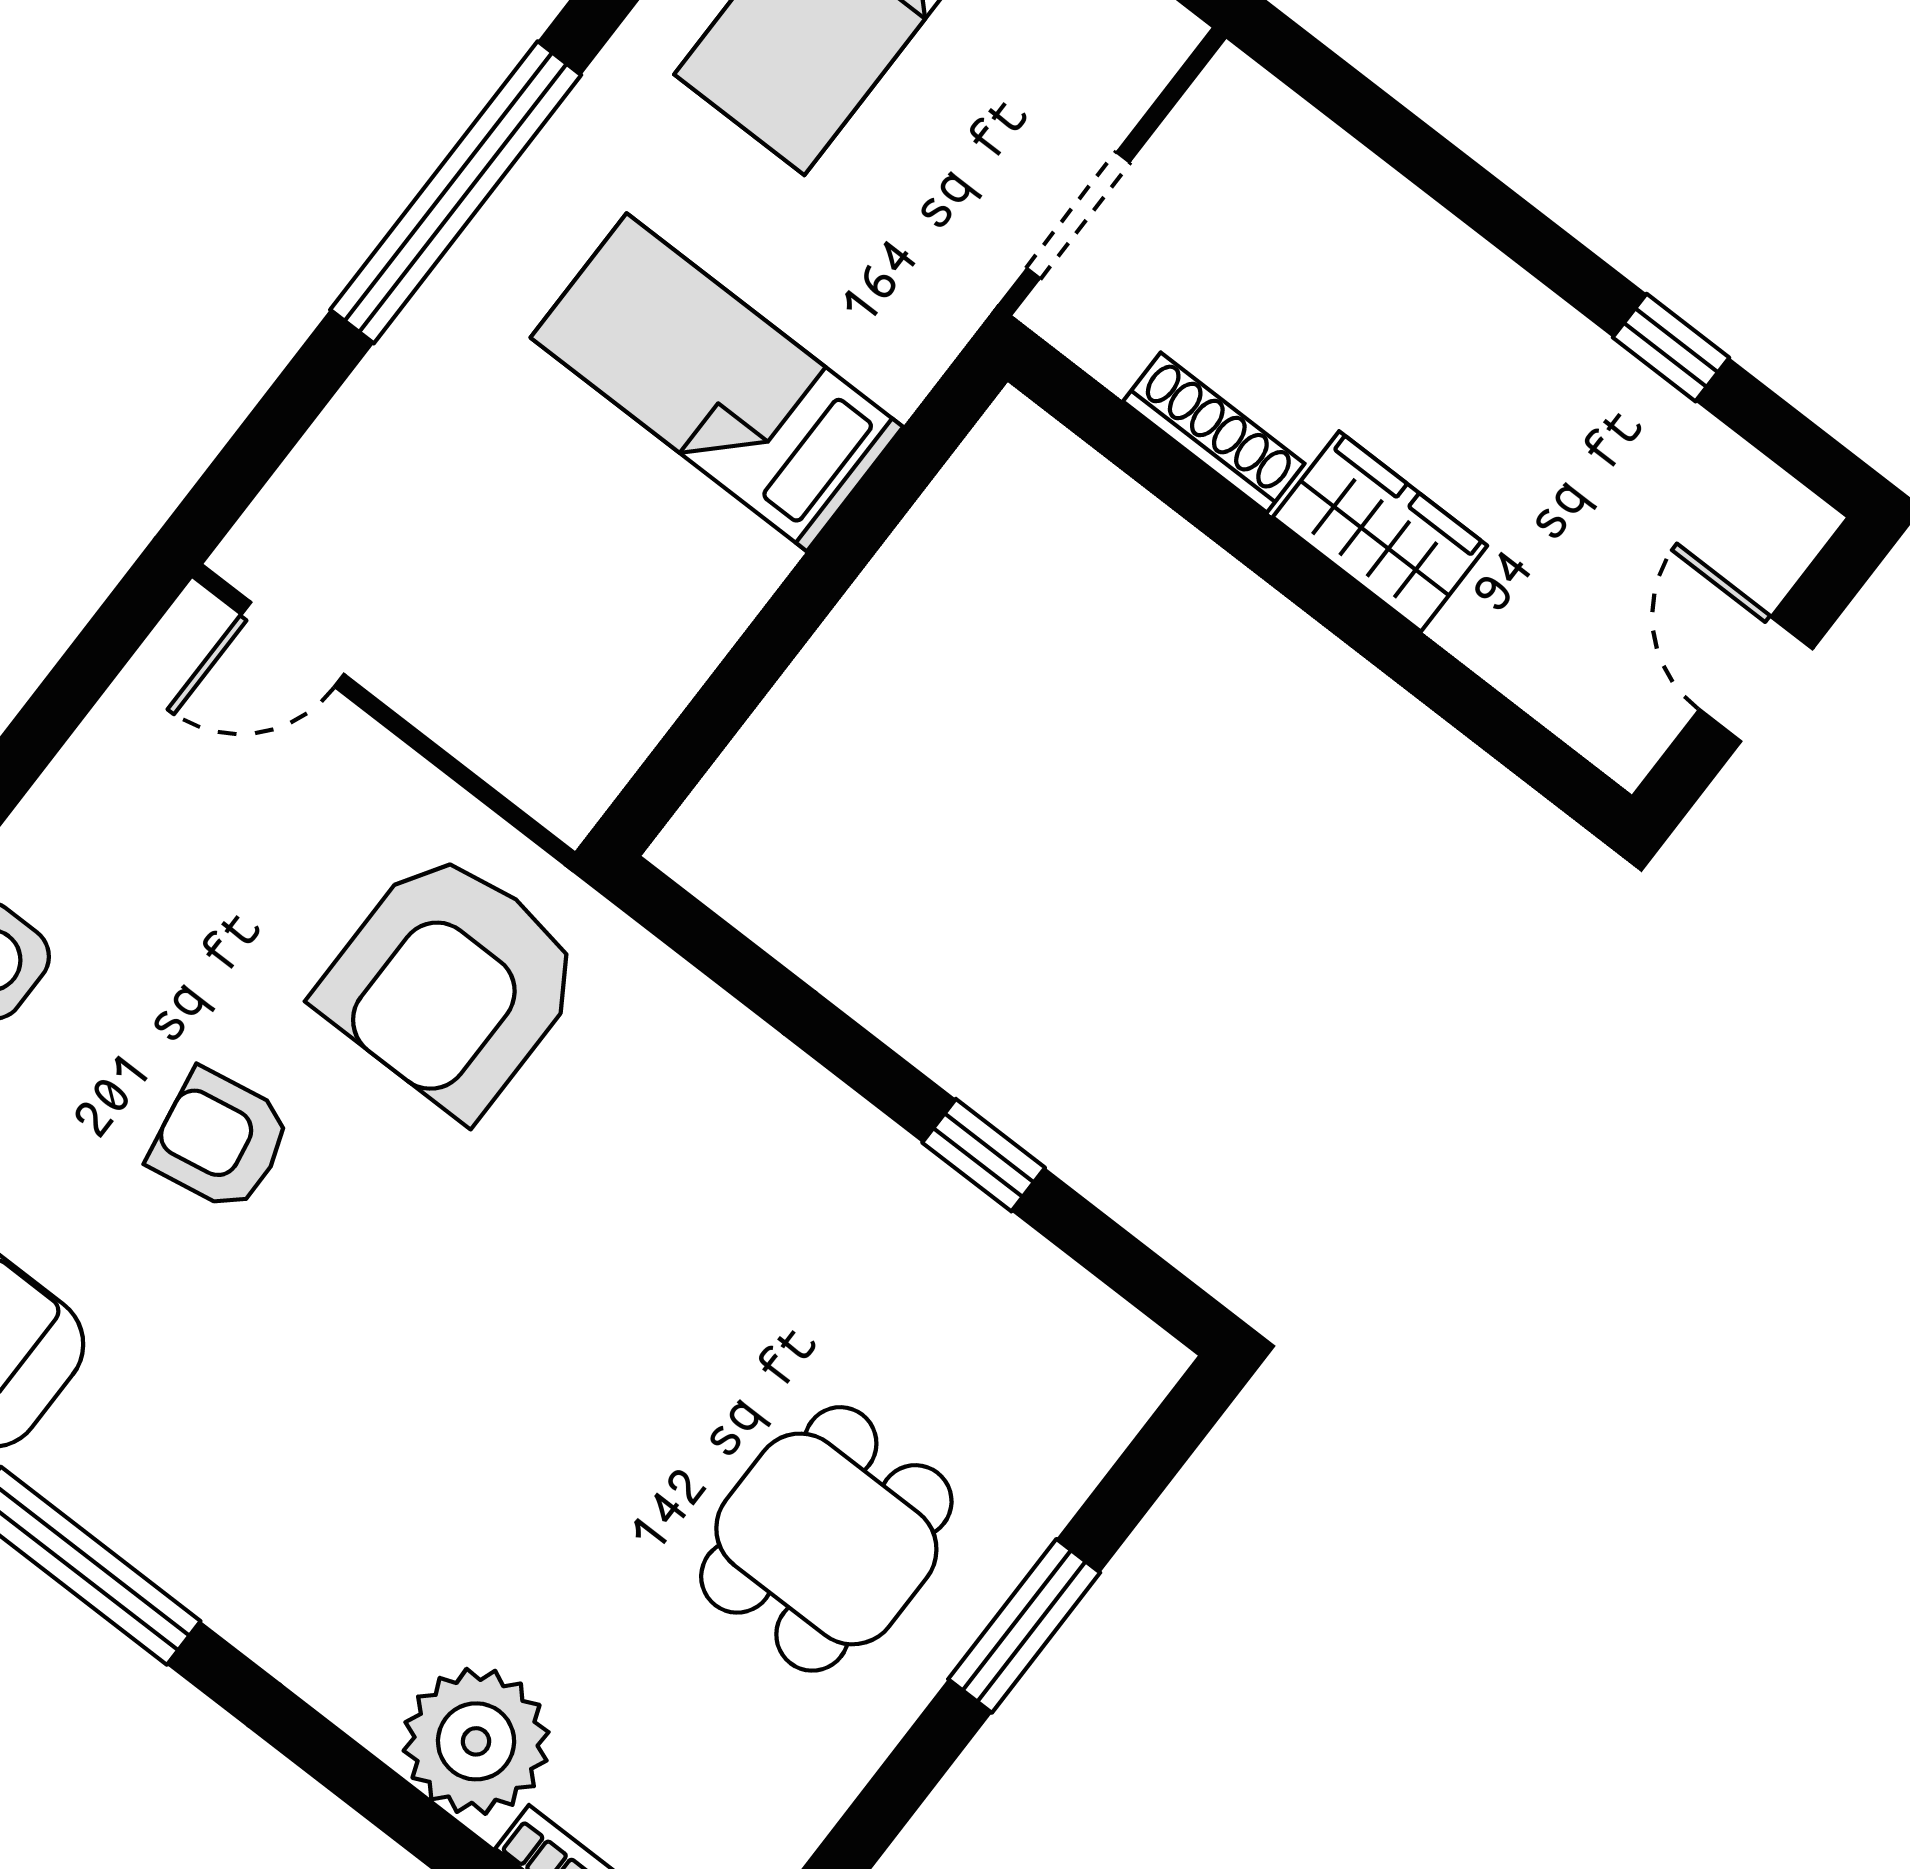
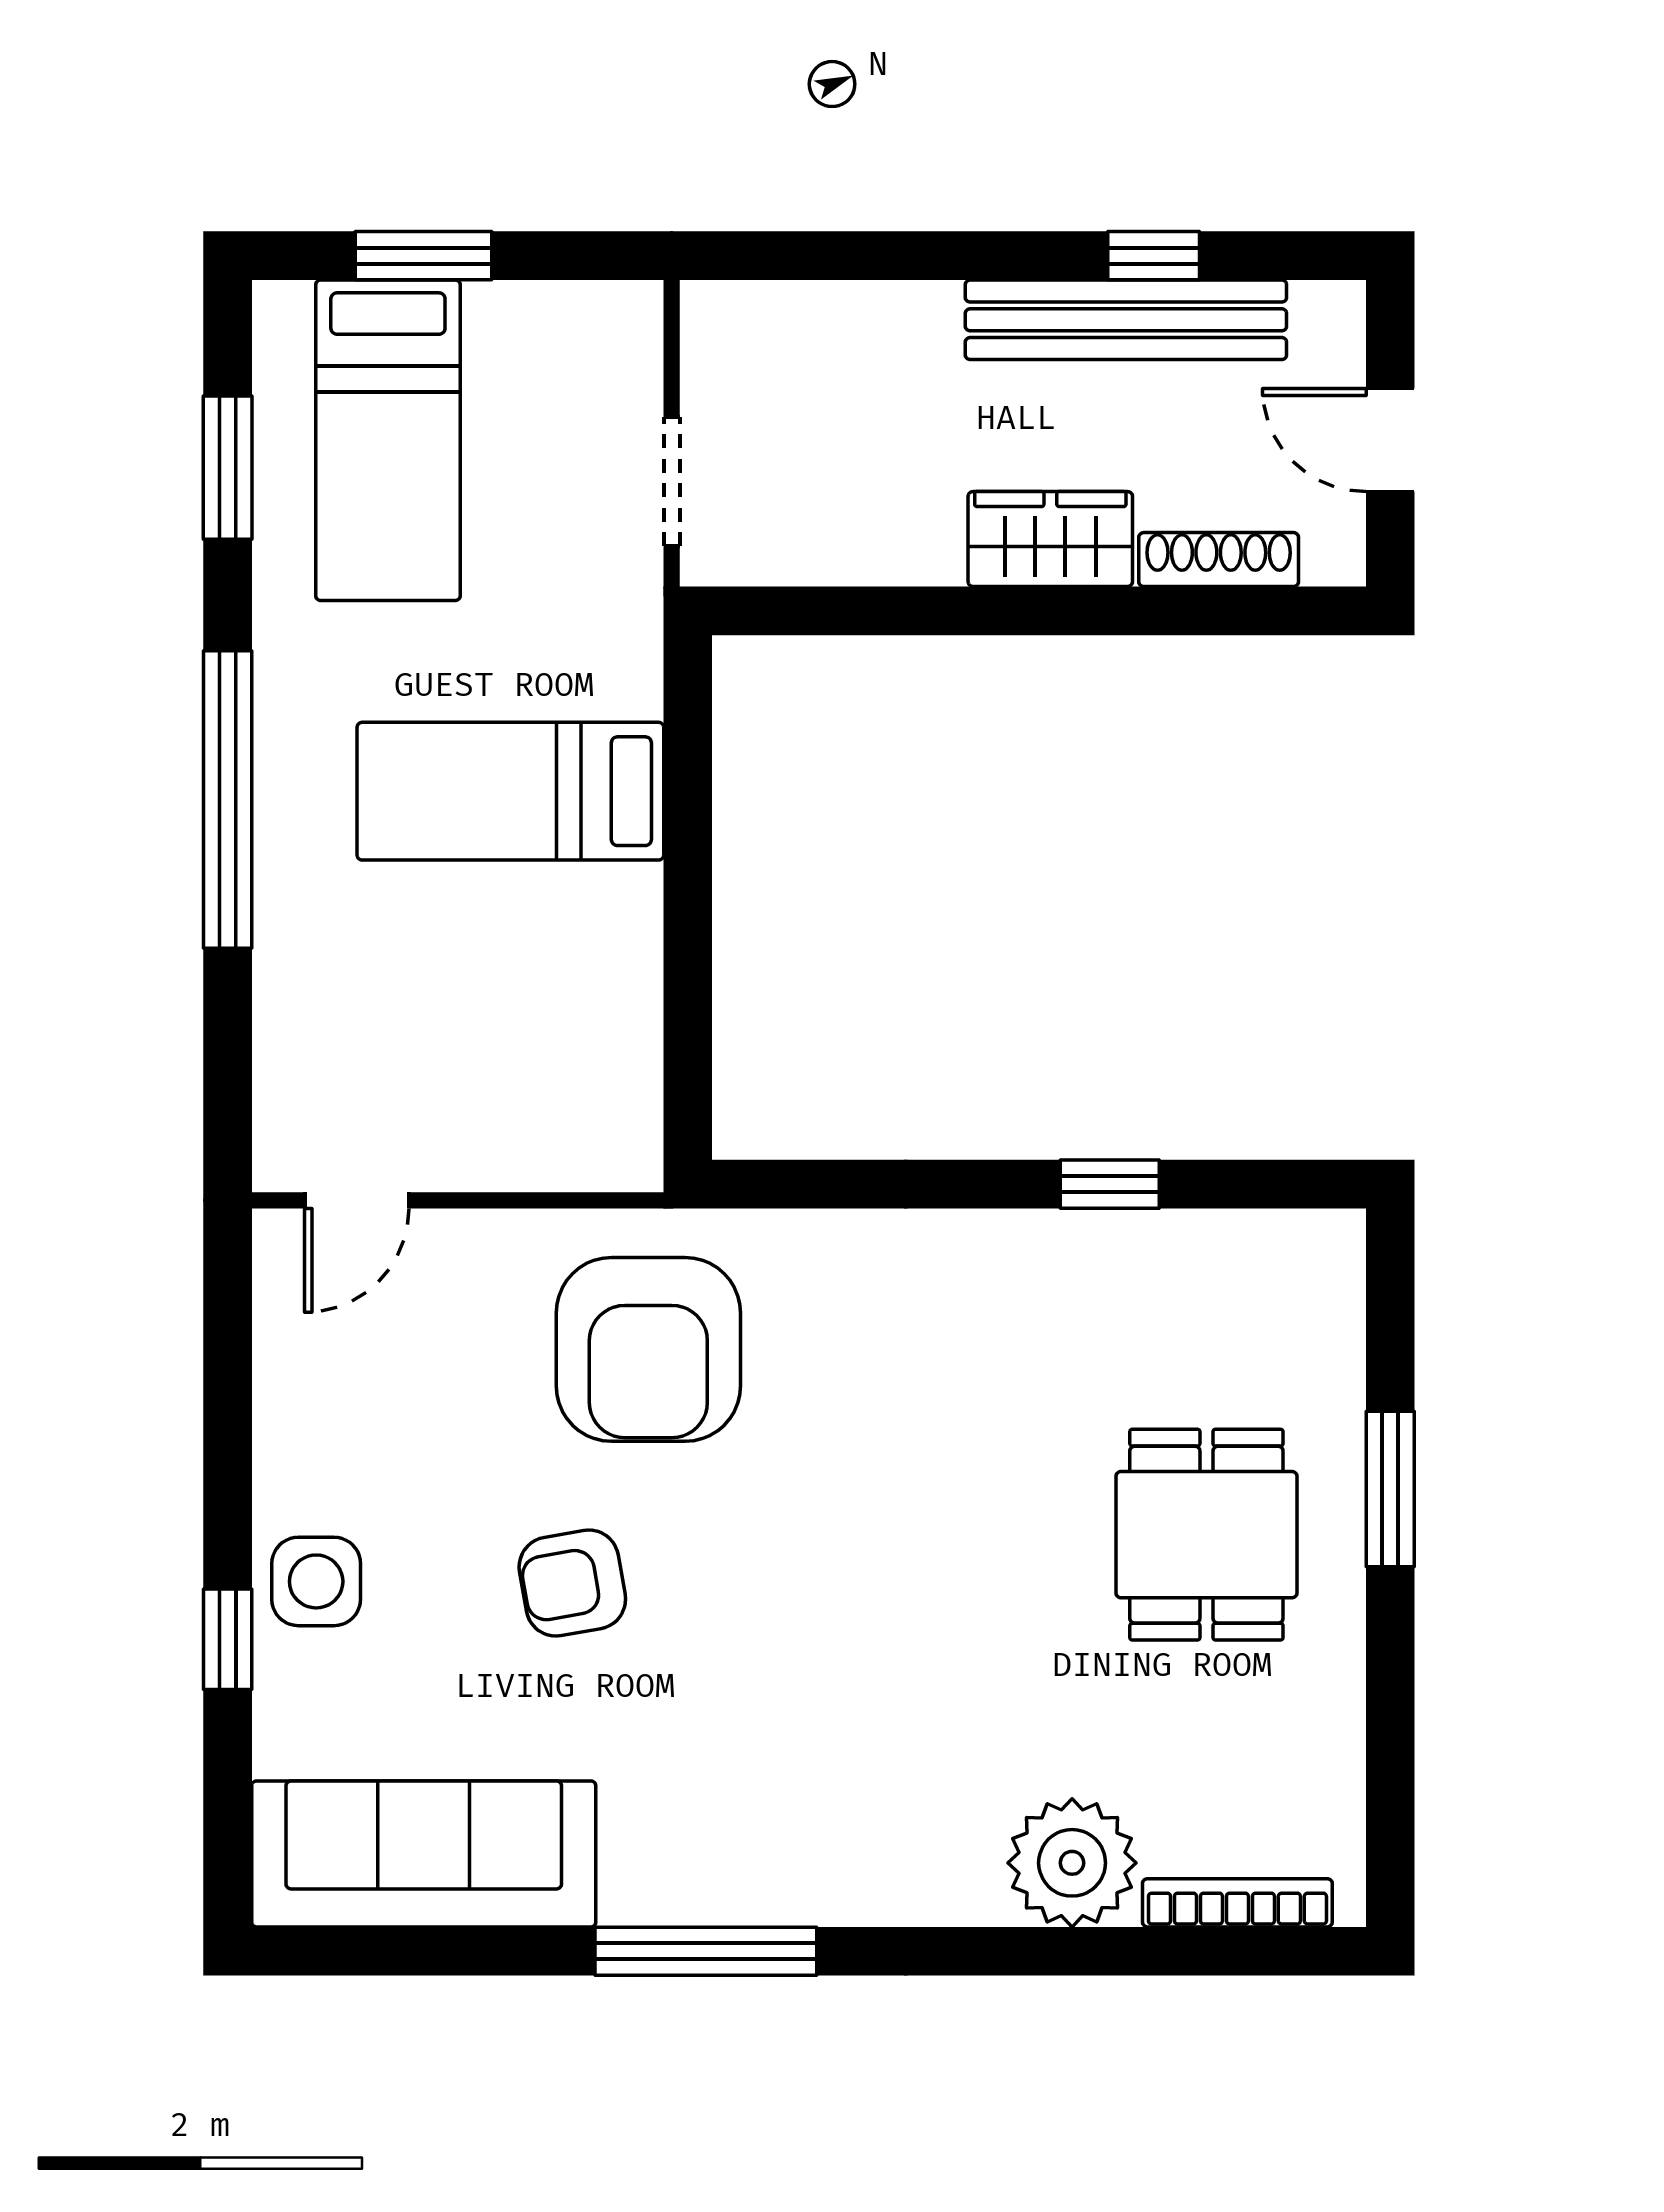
bench: (1601, 386) -> (1126, 320), added
shoe rack: (1214, 432) -> (1219, 560), moved

